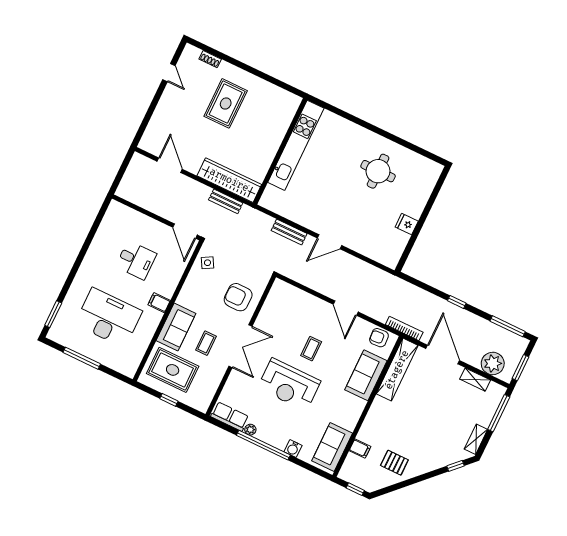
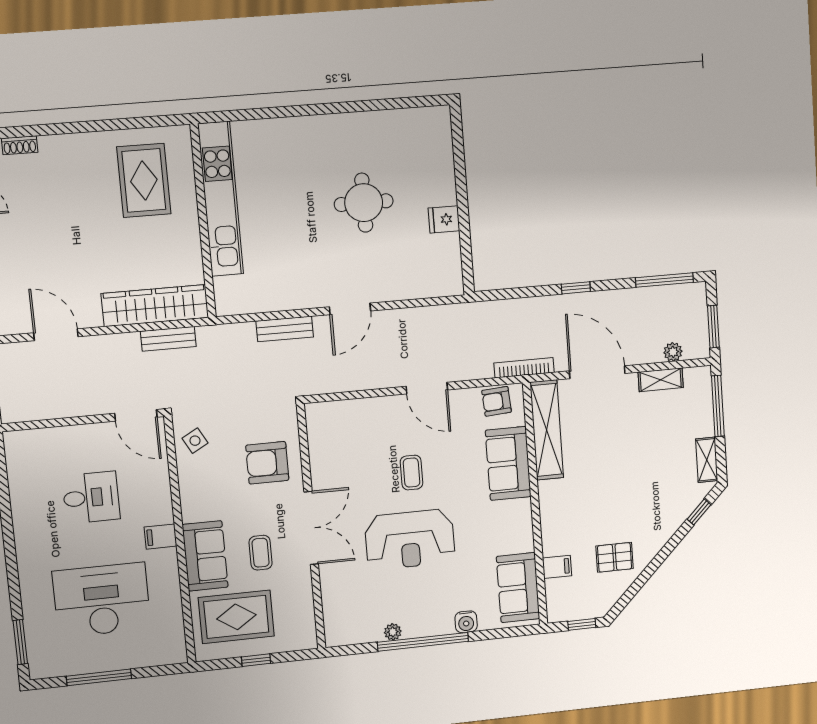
rug: (226, 103) -> (144, 180), moved
round table: (378, 171) -> (364, 203), moved
plant: (493, 363) -> (673, 352), width x0.53, depth x0.53
row of seats: (230, 417) -> (354, 632), removed

